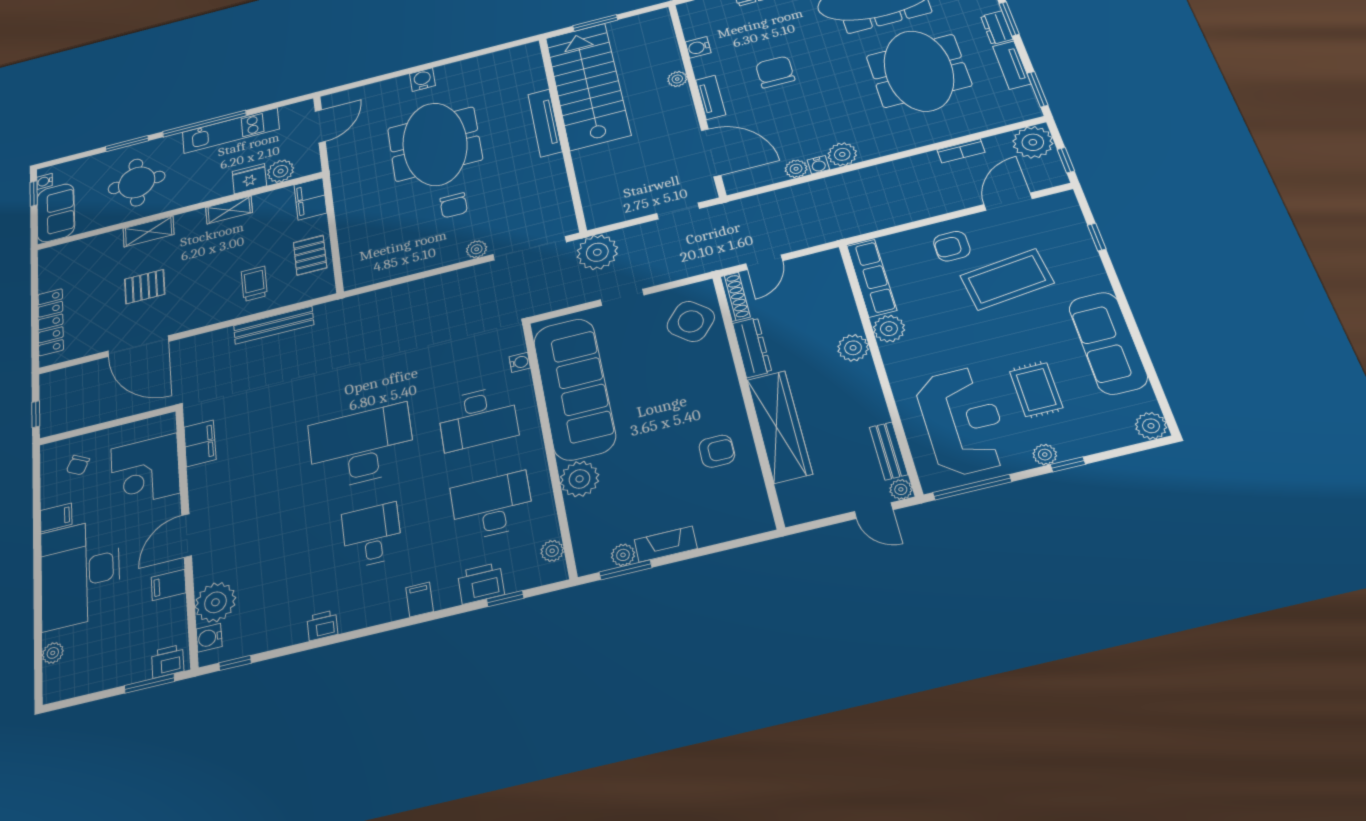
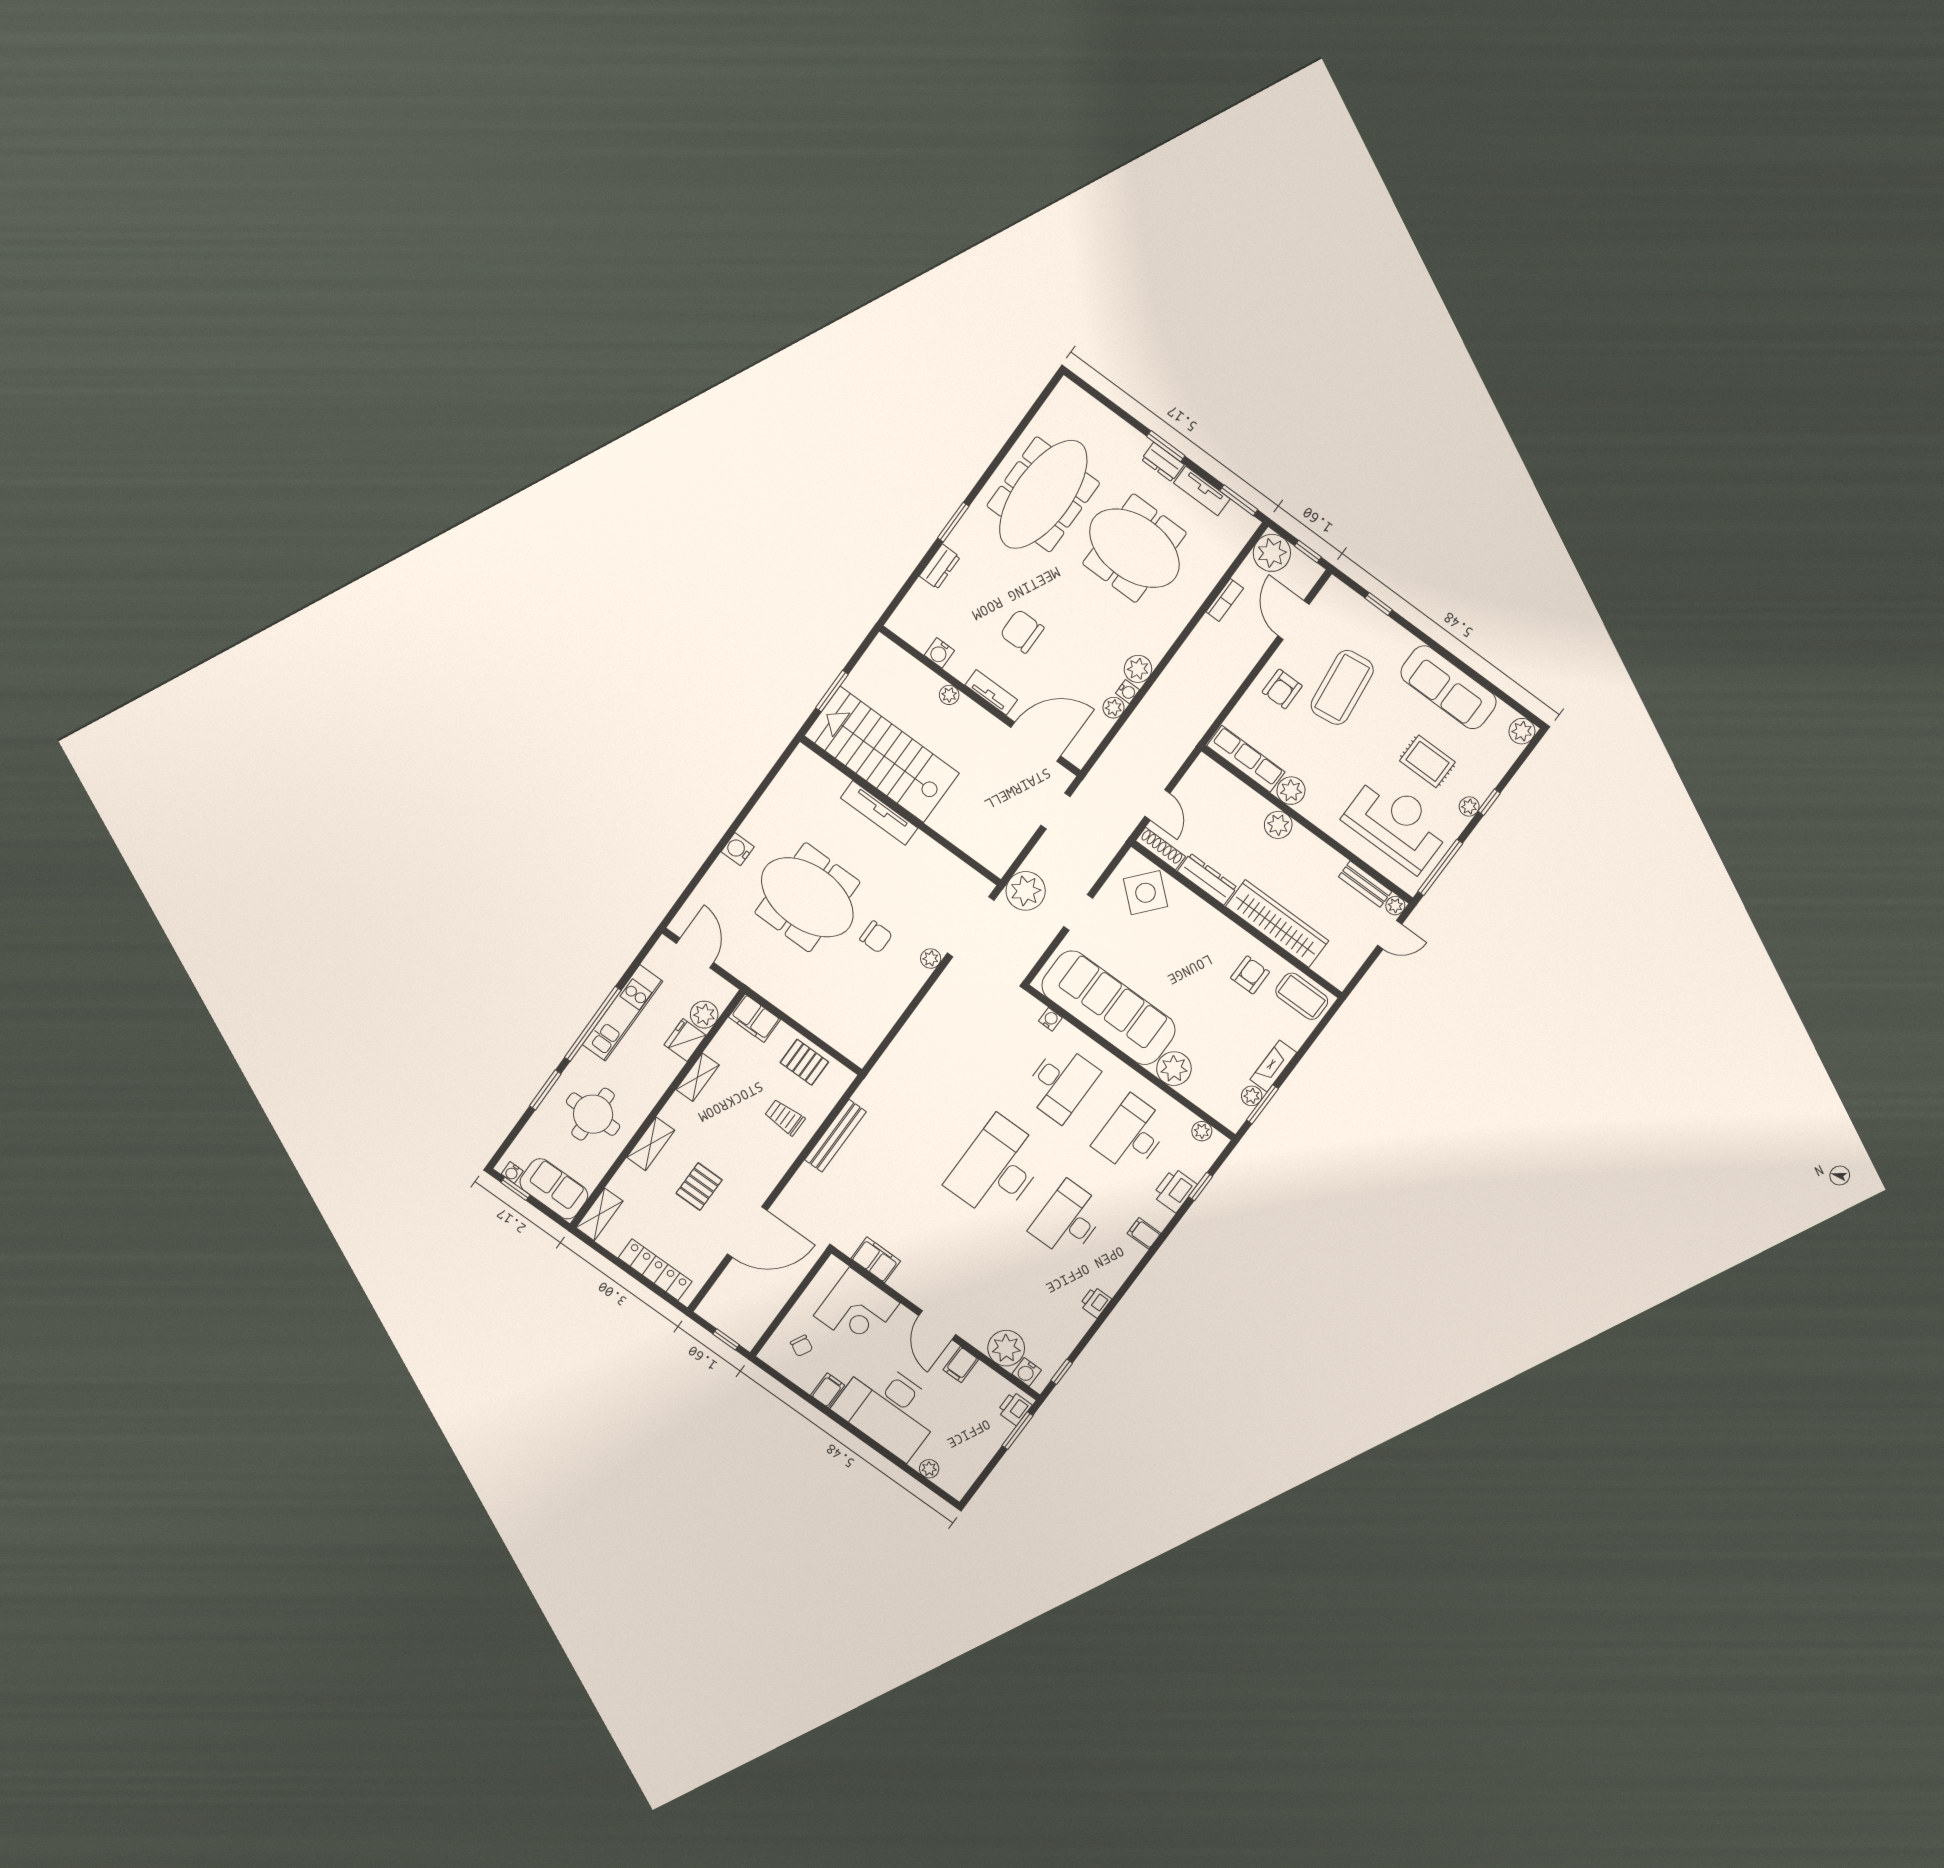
shelving: (62, 253) -> (599, 1214), added
coffee table: (746, 503) -> (1302, 996), added
desk: (372, 535) -> (1068, 1220), width x1.37

